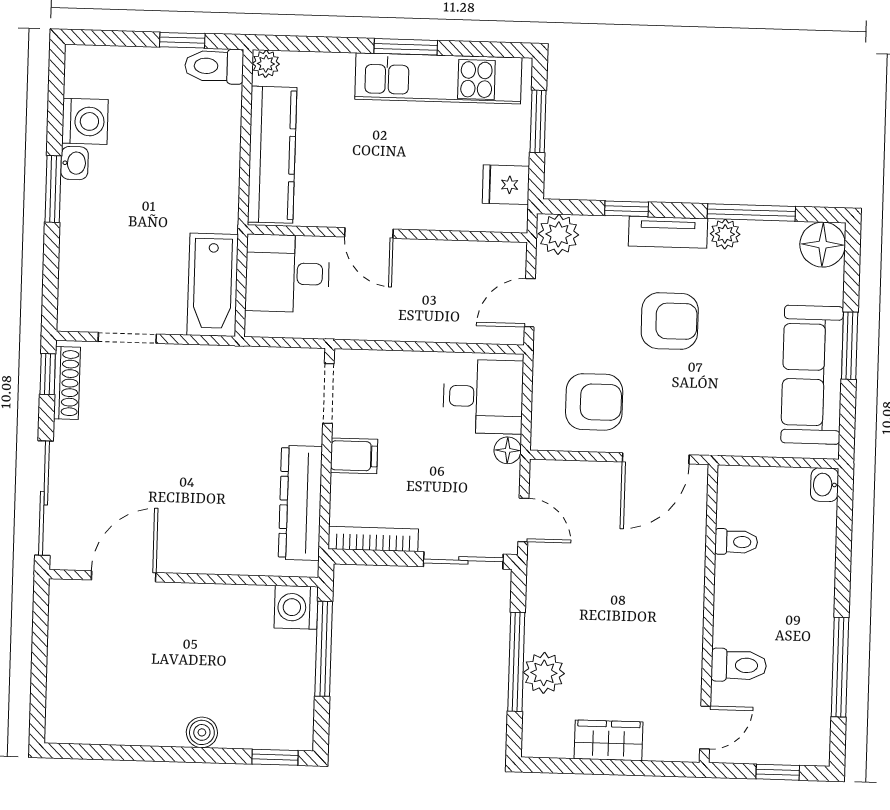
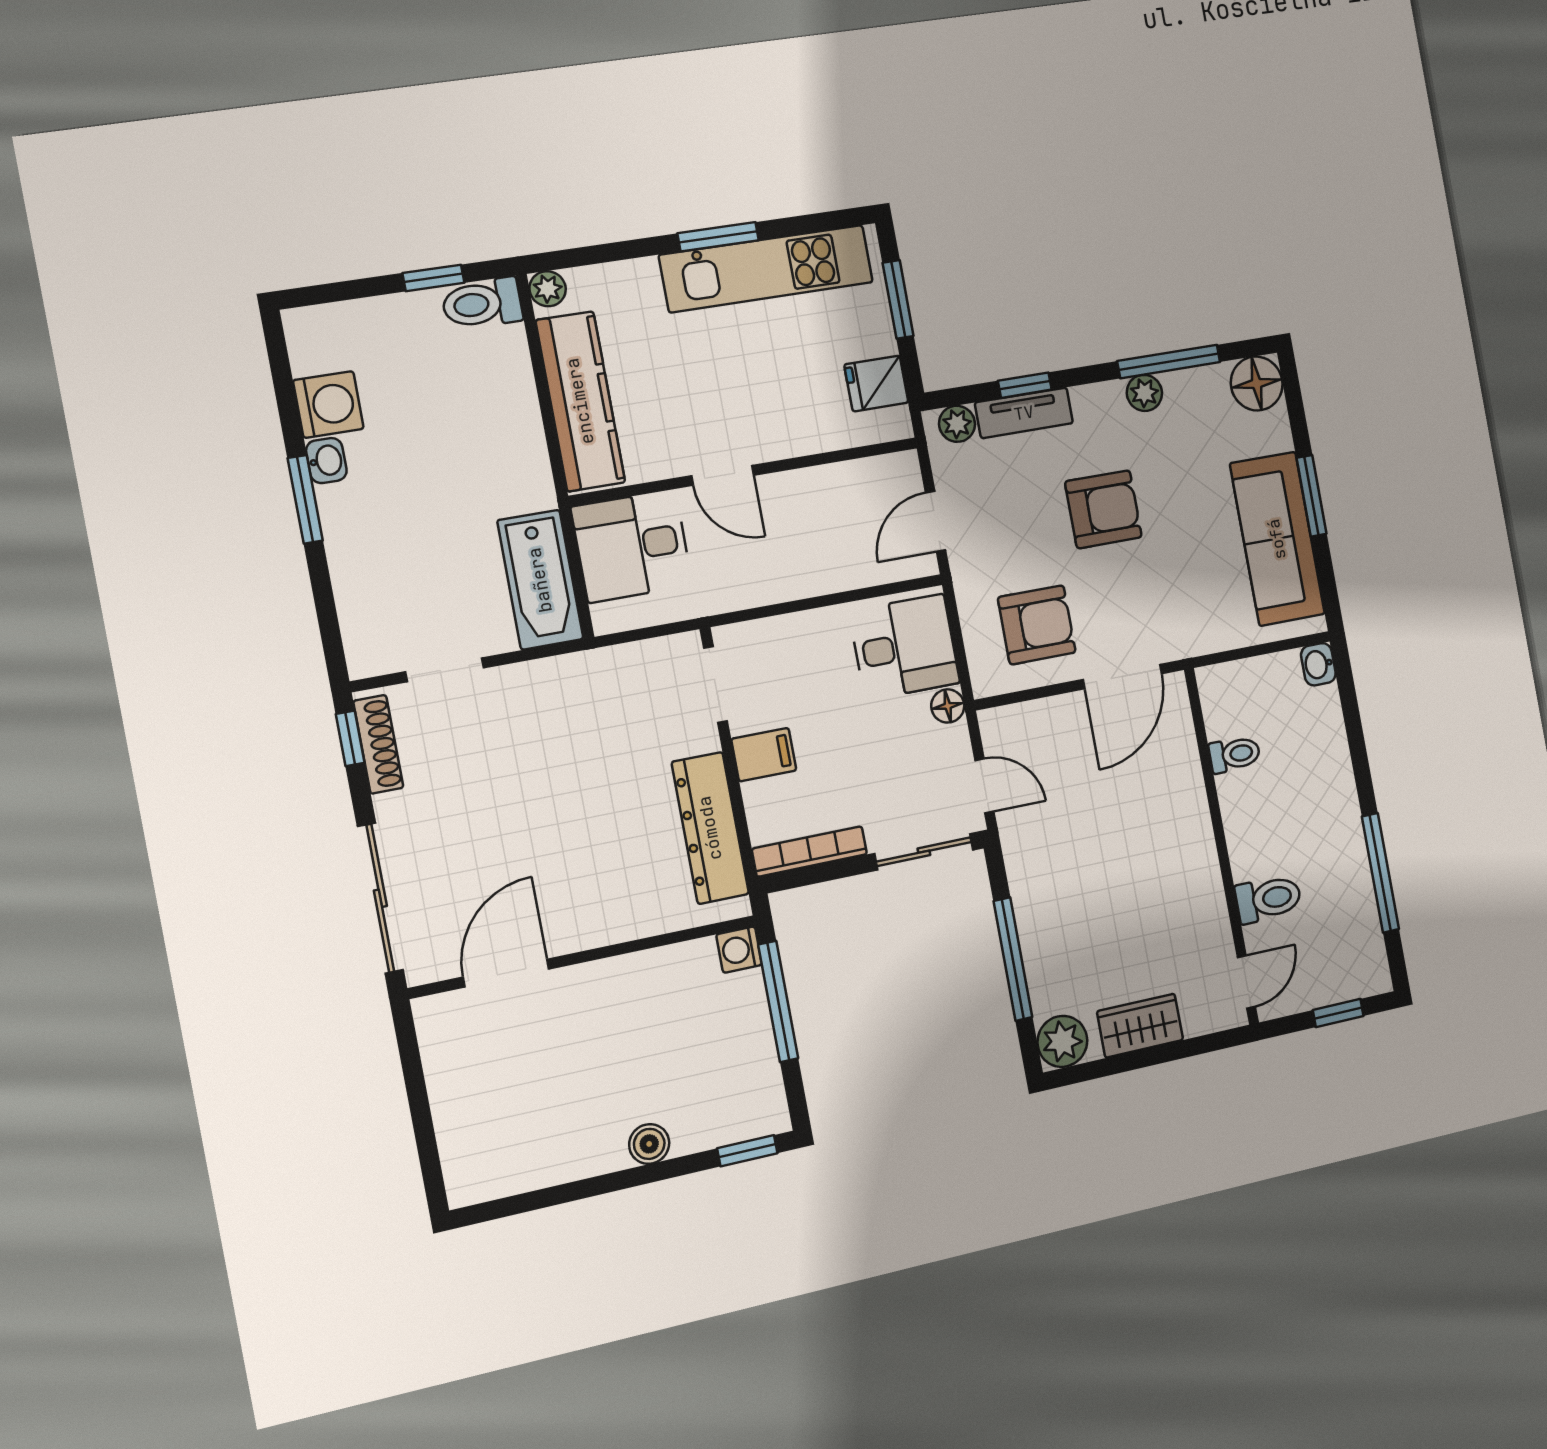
tv unit: (668, 232) -> (1024, 413), moved
plant: (559, 234) -> (957, 424), width x0.73, depth x0.73
washing machine: (296, 607) -> (739, 950), width x0.73, depth x0.73
plant: (544, 673) -> (1062, 1041), moved

